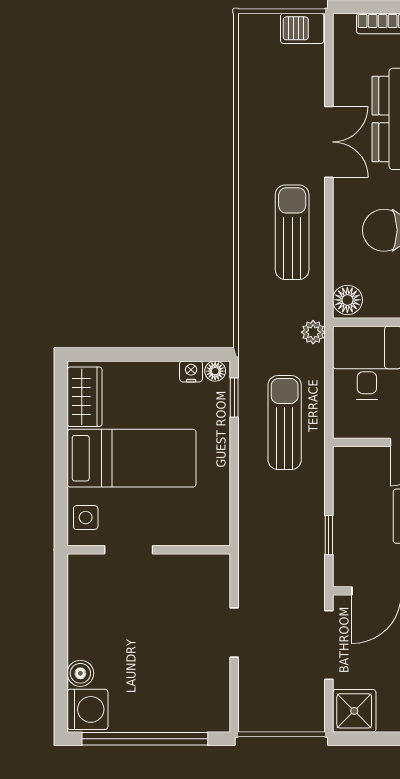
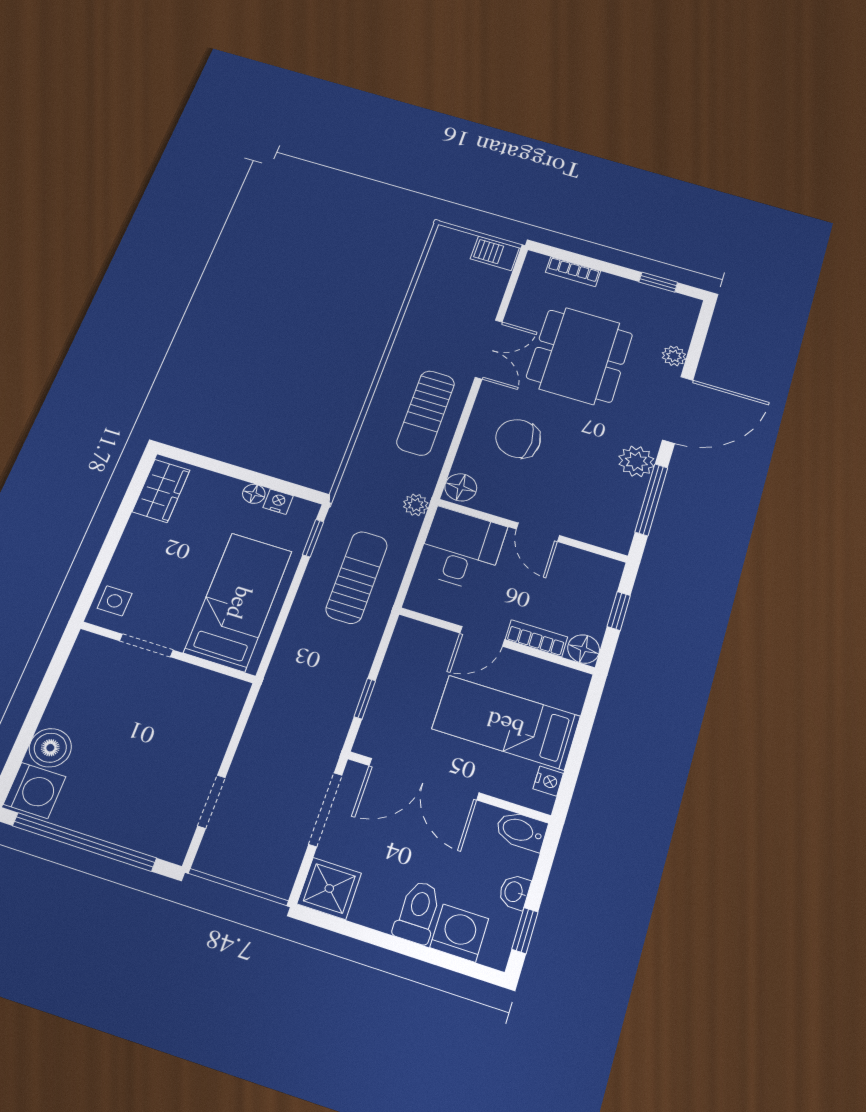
sun lounger: (292, 232) -> (426, 413), turned 180
floor lamp: (215, 371) -> (254, 494), moved
bed: (132, 458) -> (238, 602), moved, turned -90
doorway: (234, 632) -> (212, 802), moved
boiler: (80, 673) -> (50, 748), width x1.36, depth x1.36

